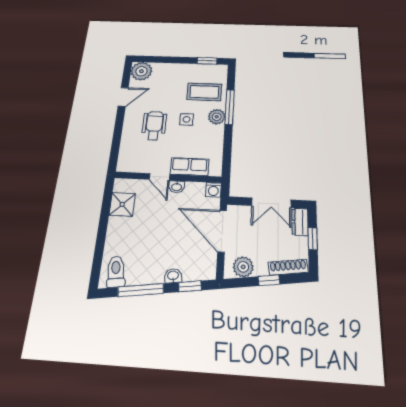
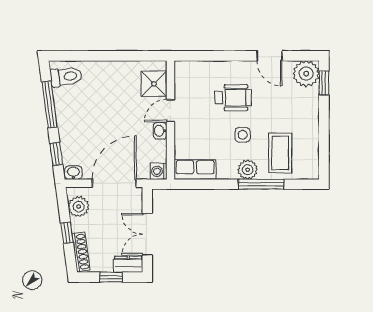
window: (207, 61) -> (324, 83), moved
row of seats: (190, 167) -> (195, 170), moved, turned -90
shower: (122, 204) -> (154, 84), moved
washbasin: (173, 276) -> (73, 173), moved, turned -82

